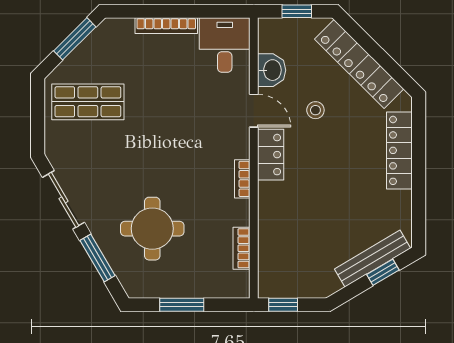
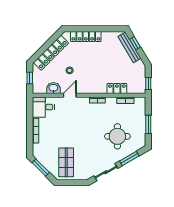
locker: (271, 155) -> (117, 89), moved

